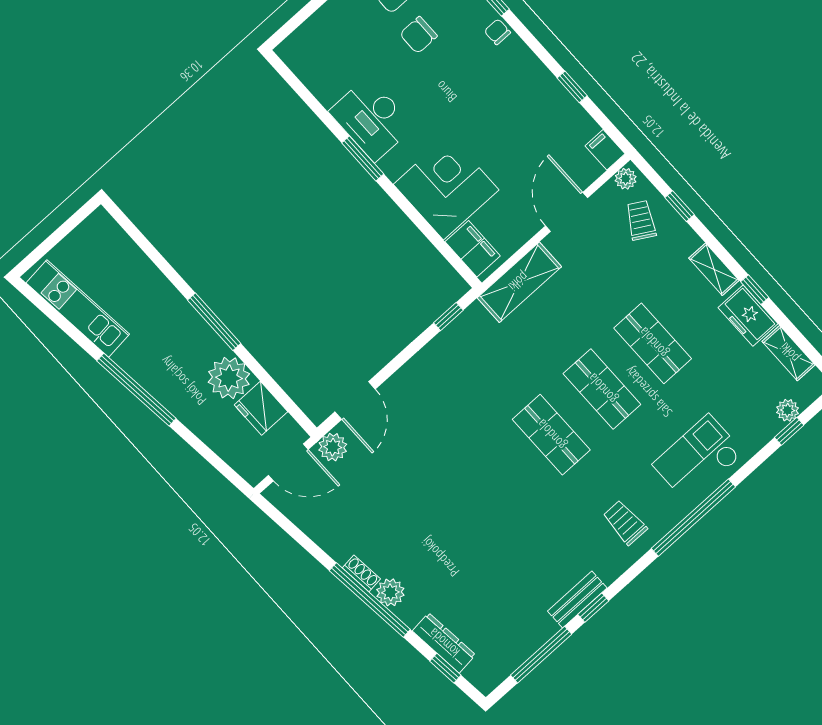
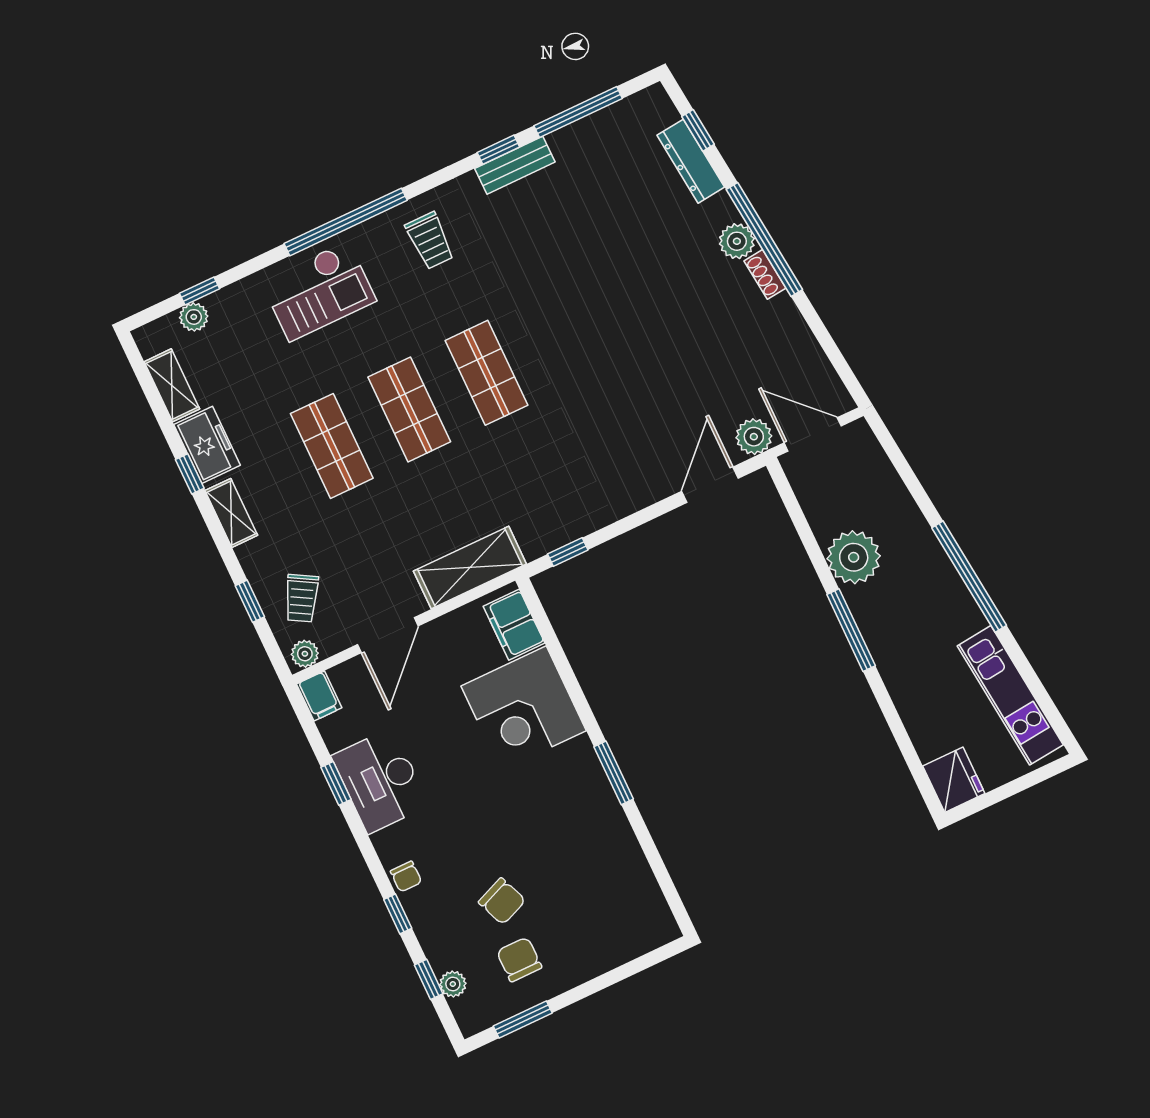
chair: (419, 35) -> (502, 901), turned 68
desk: (371, 119) -> (380, 781), moved, turned 180
fridge: (261, 408) -> (954, 780), moved

